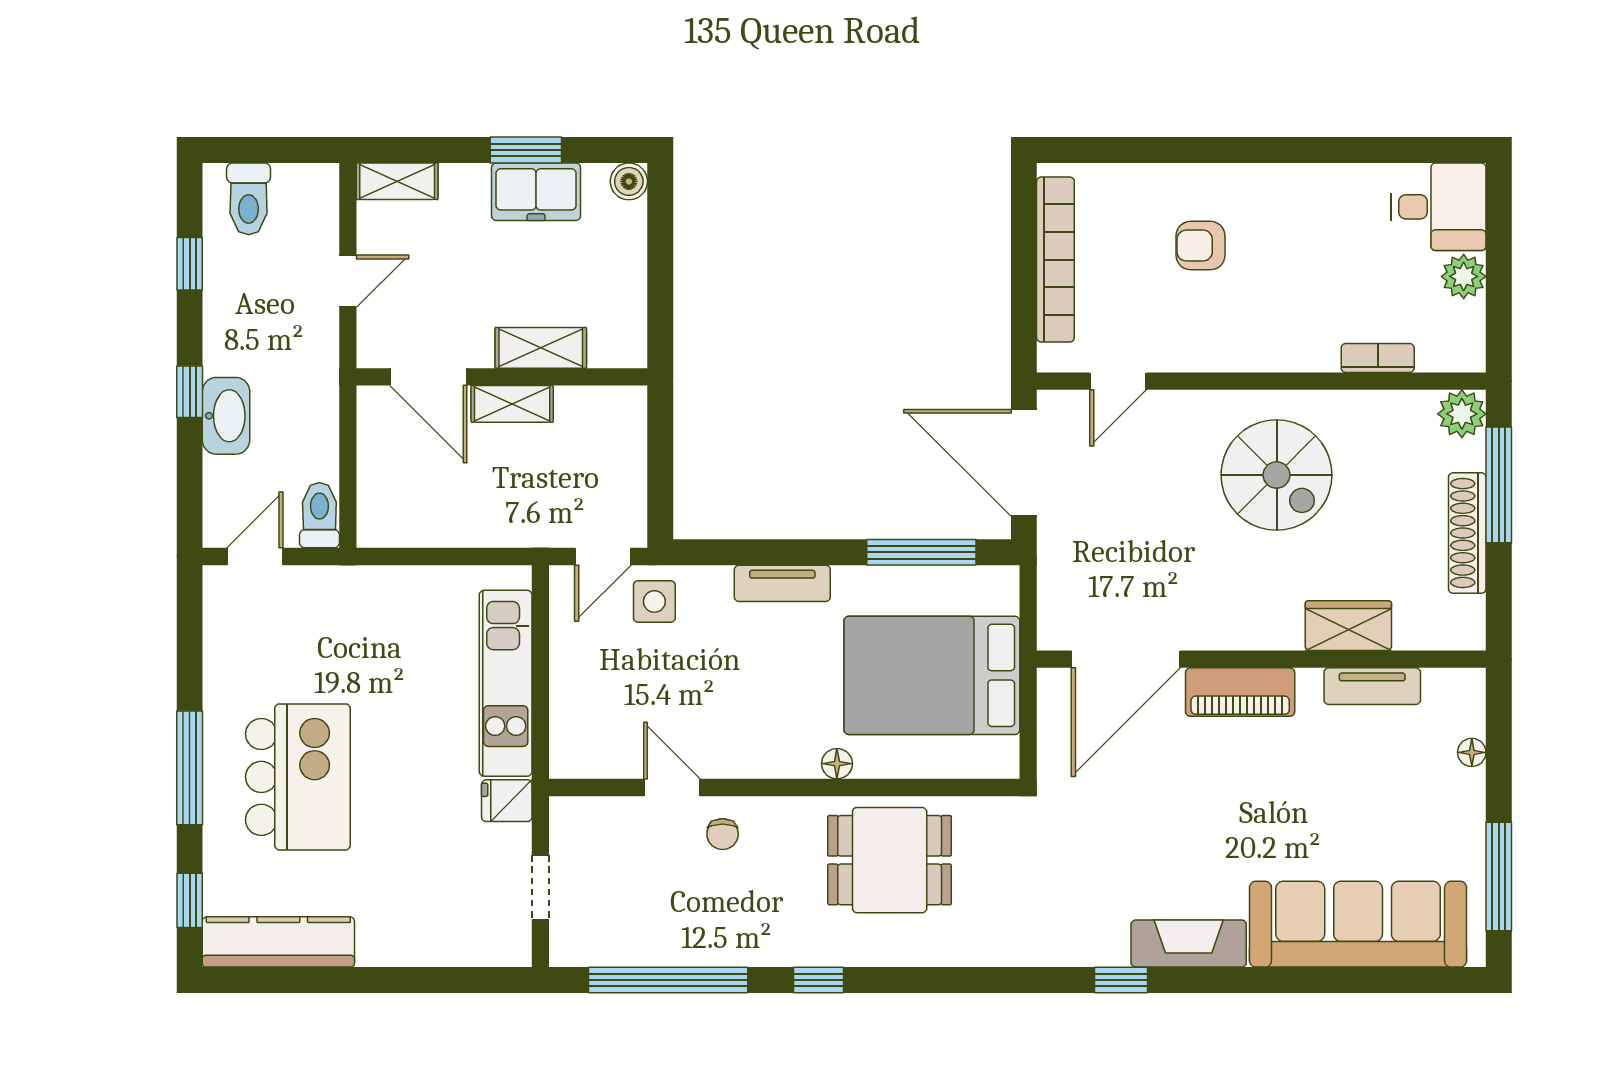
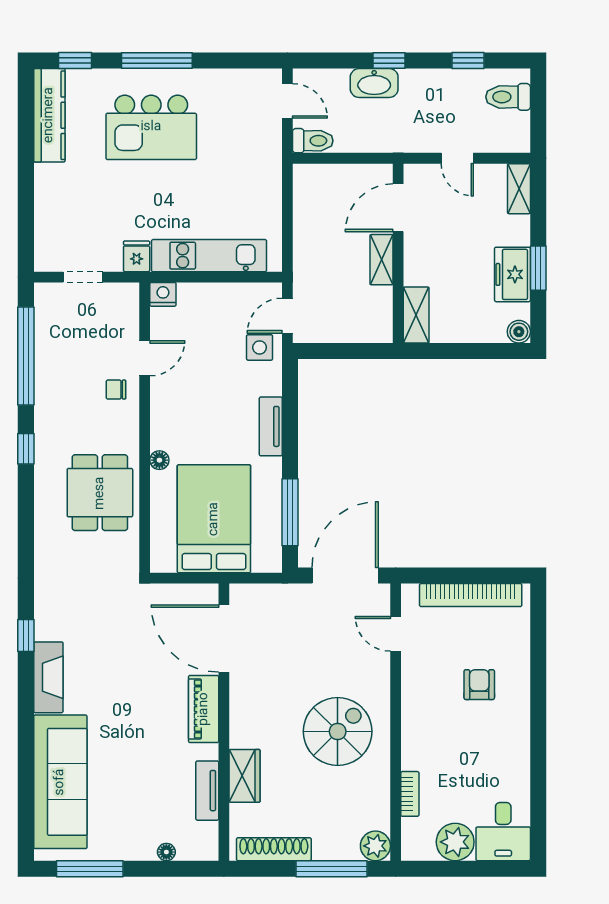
plant: (1464, 276) -> (455, 842), width x1.36, depth x1.36
shelving: (541, 348) -> (416, 315), moved
spiral stairs: (1277, 475) -> (338, 731), turned 180
shoe rack: (1467, 533) -> (274, 849), moved
door: (603, 557) -> (287, 316), hinge flipped
nightstand: (568, 758) -> (163, 294), added

